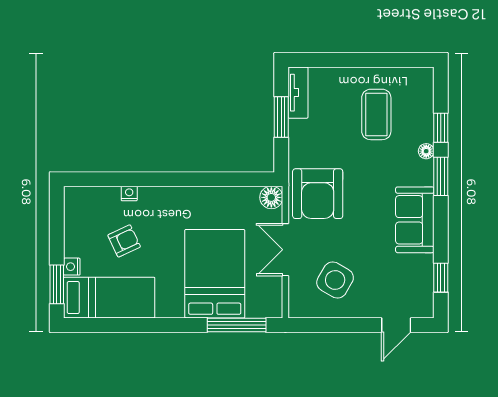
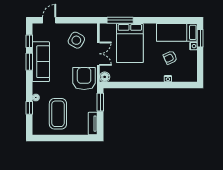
coffee table: (376, 114) -> (58, 114), width x1.36, depth x1.32
window: (281, 117) -> (100, 102), moved
window: (441, 176) -> (29, 62), moved
sofa: (415, 220) -> (41, 62), width x1.36

